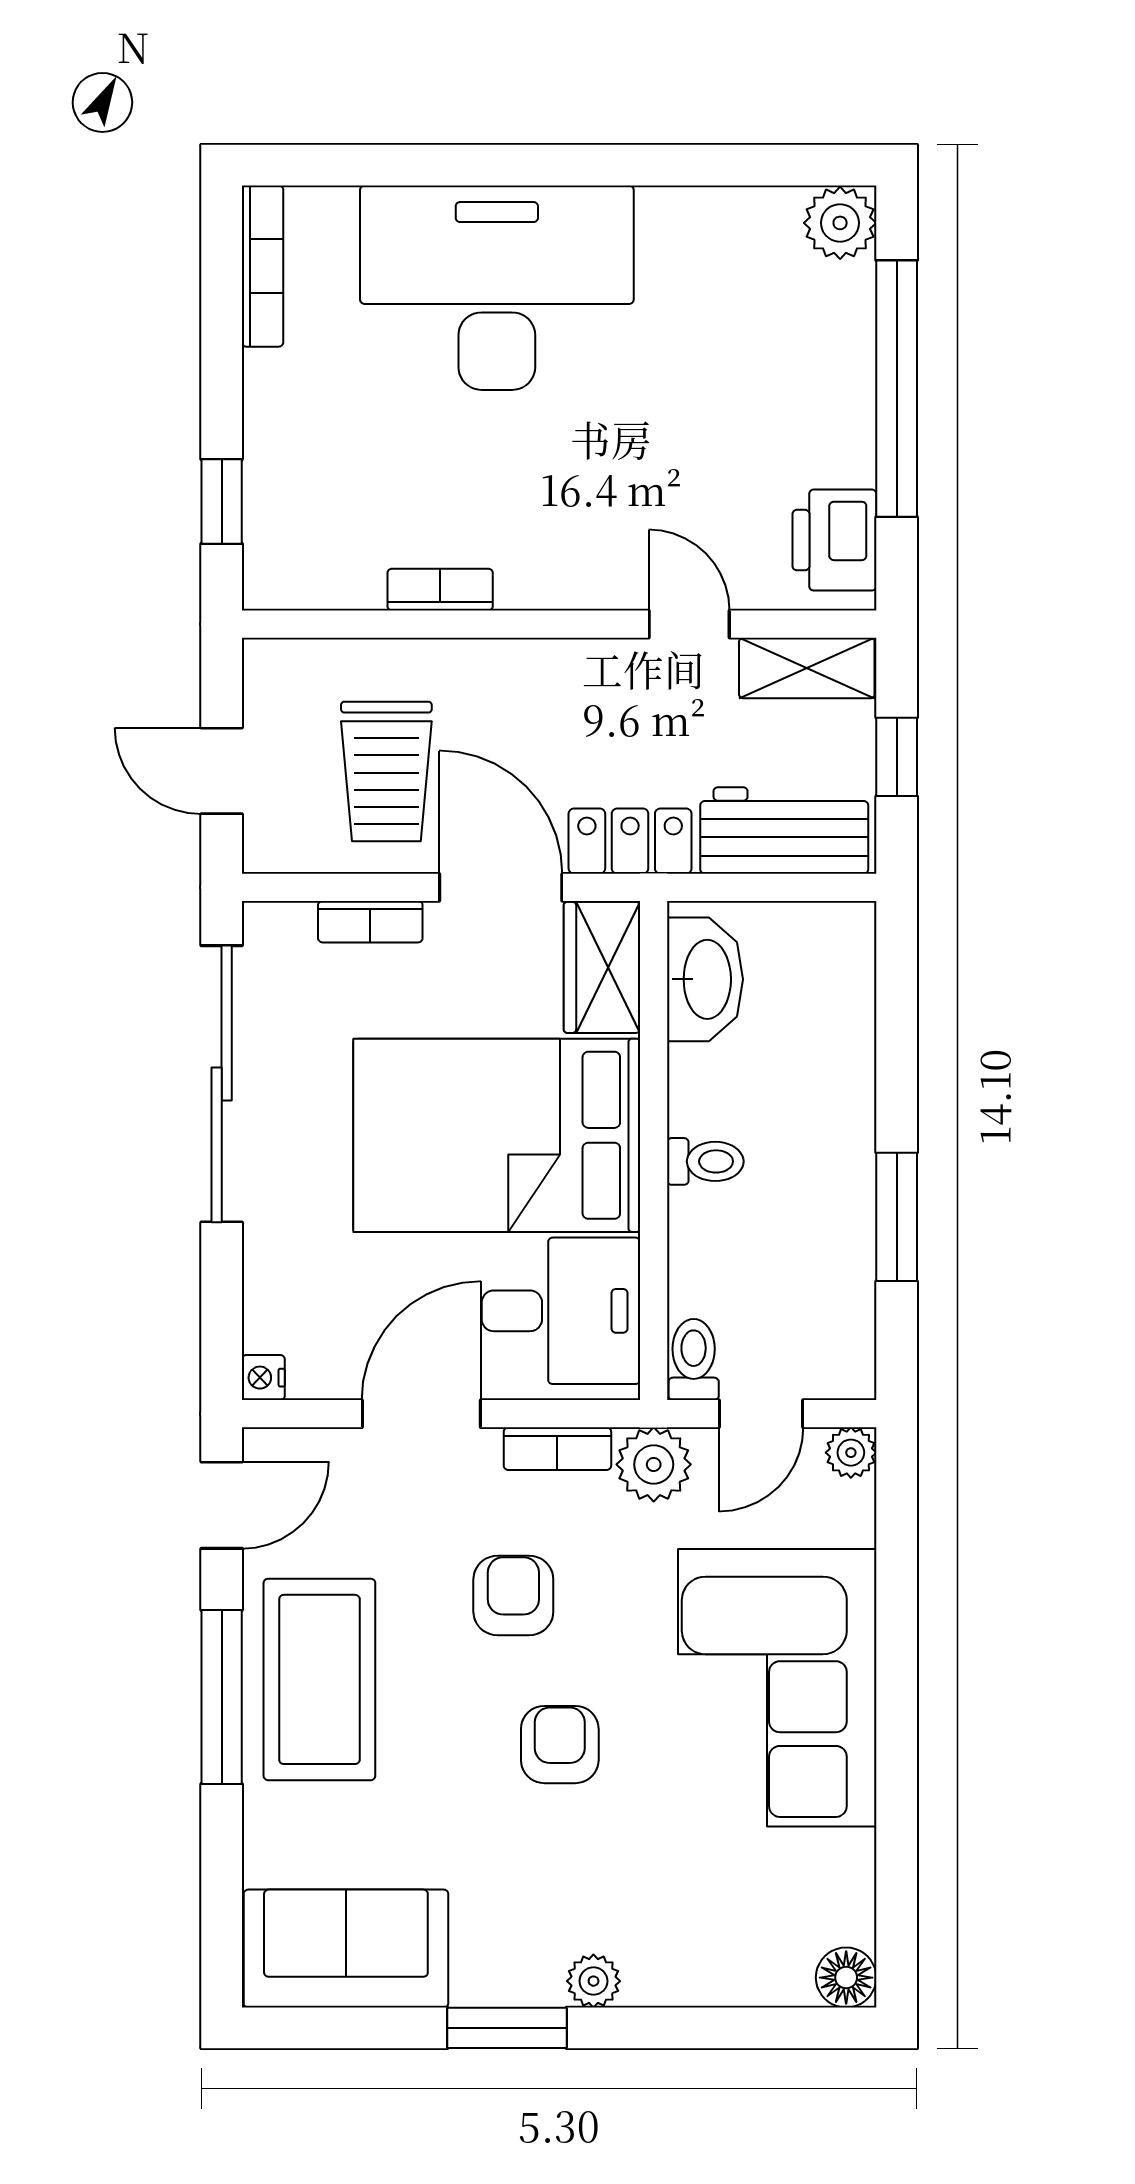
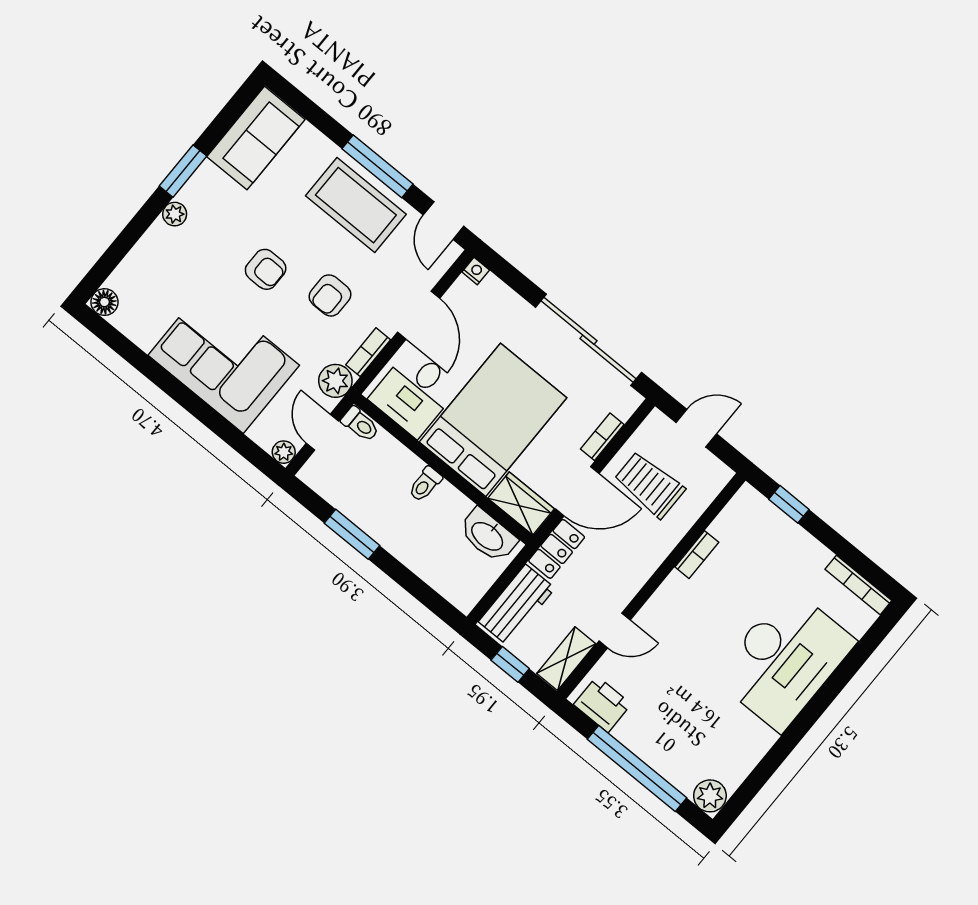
armchair: (513, 1595) -> (330, 295), turned 90

